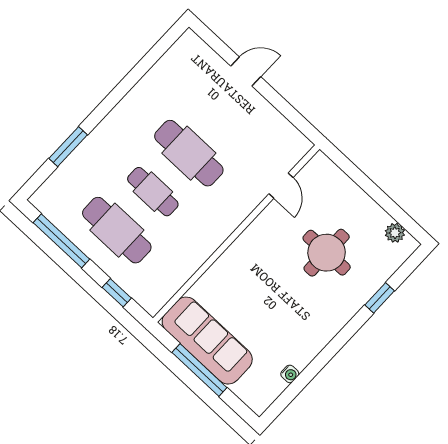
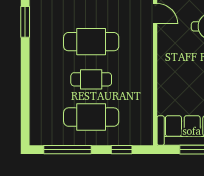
window: (68, 147) -> (25, 22), moved

